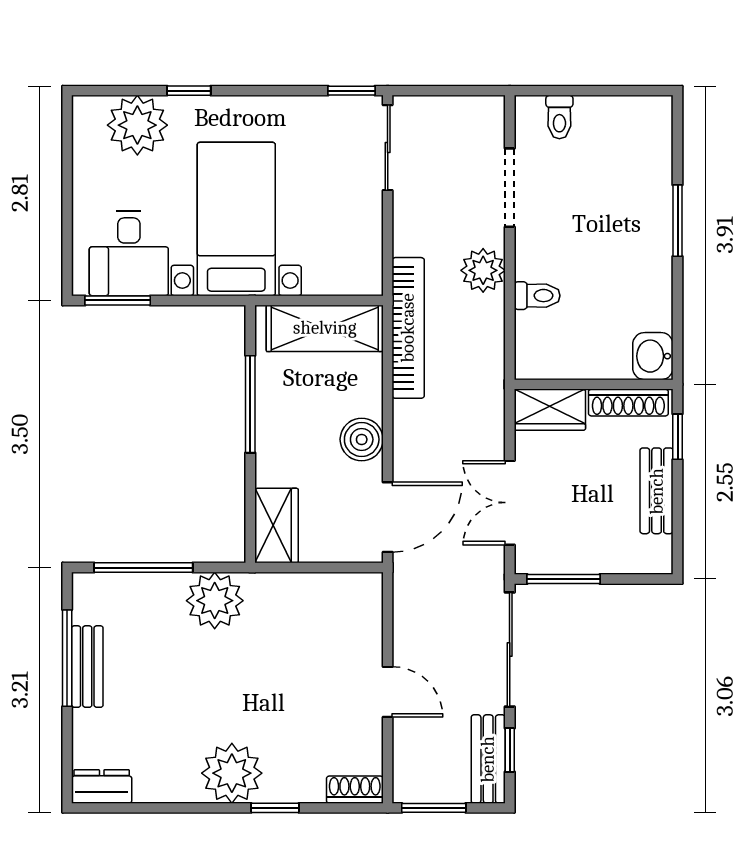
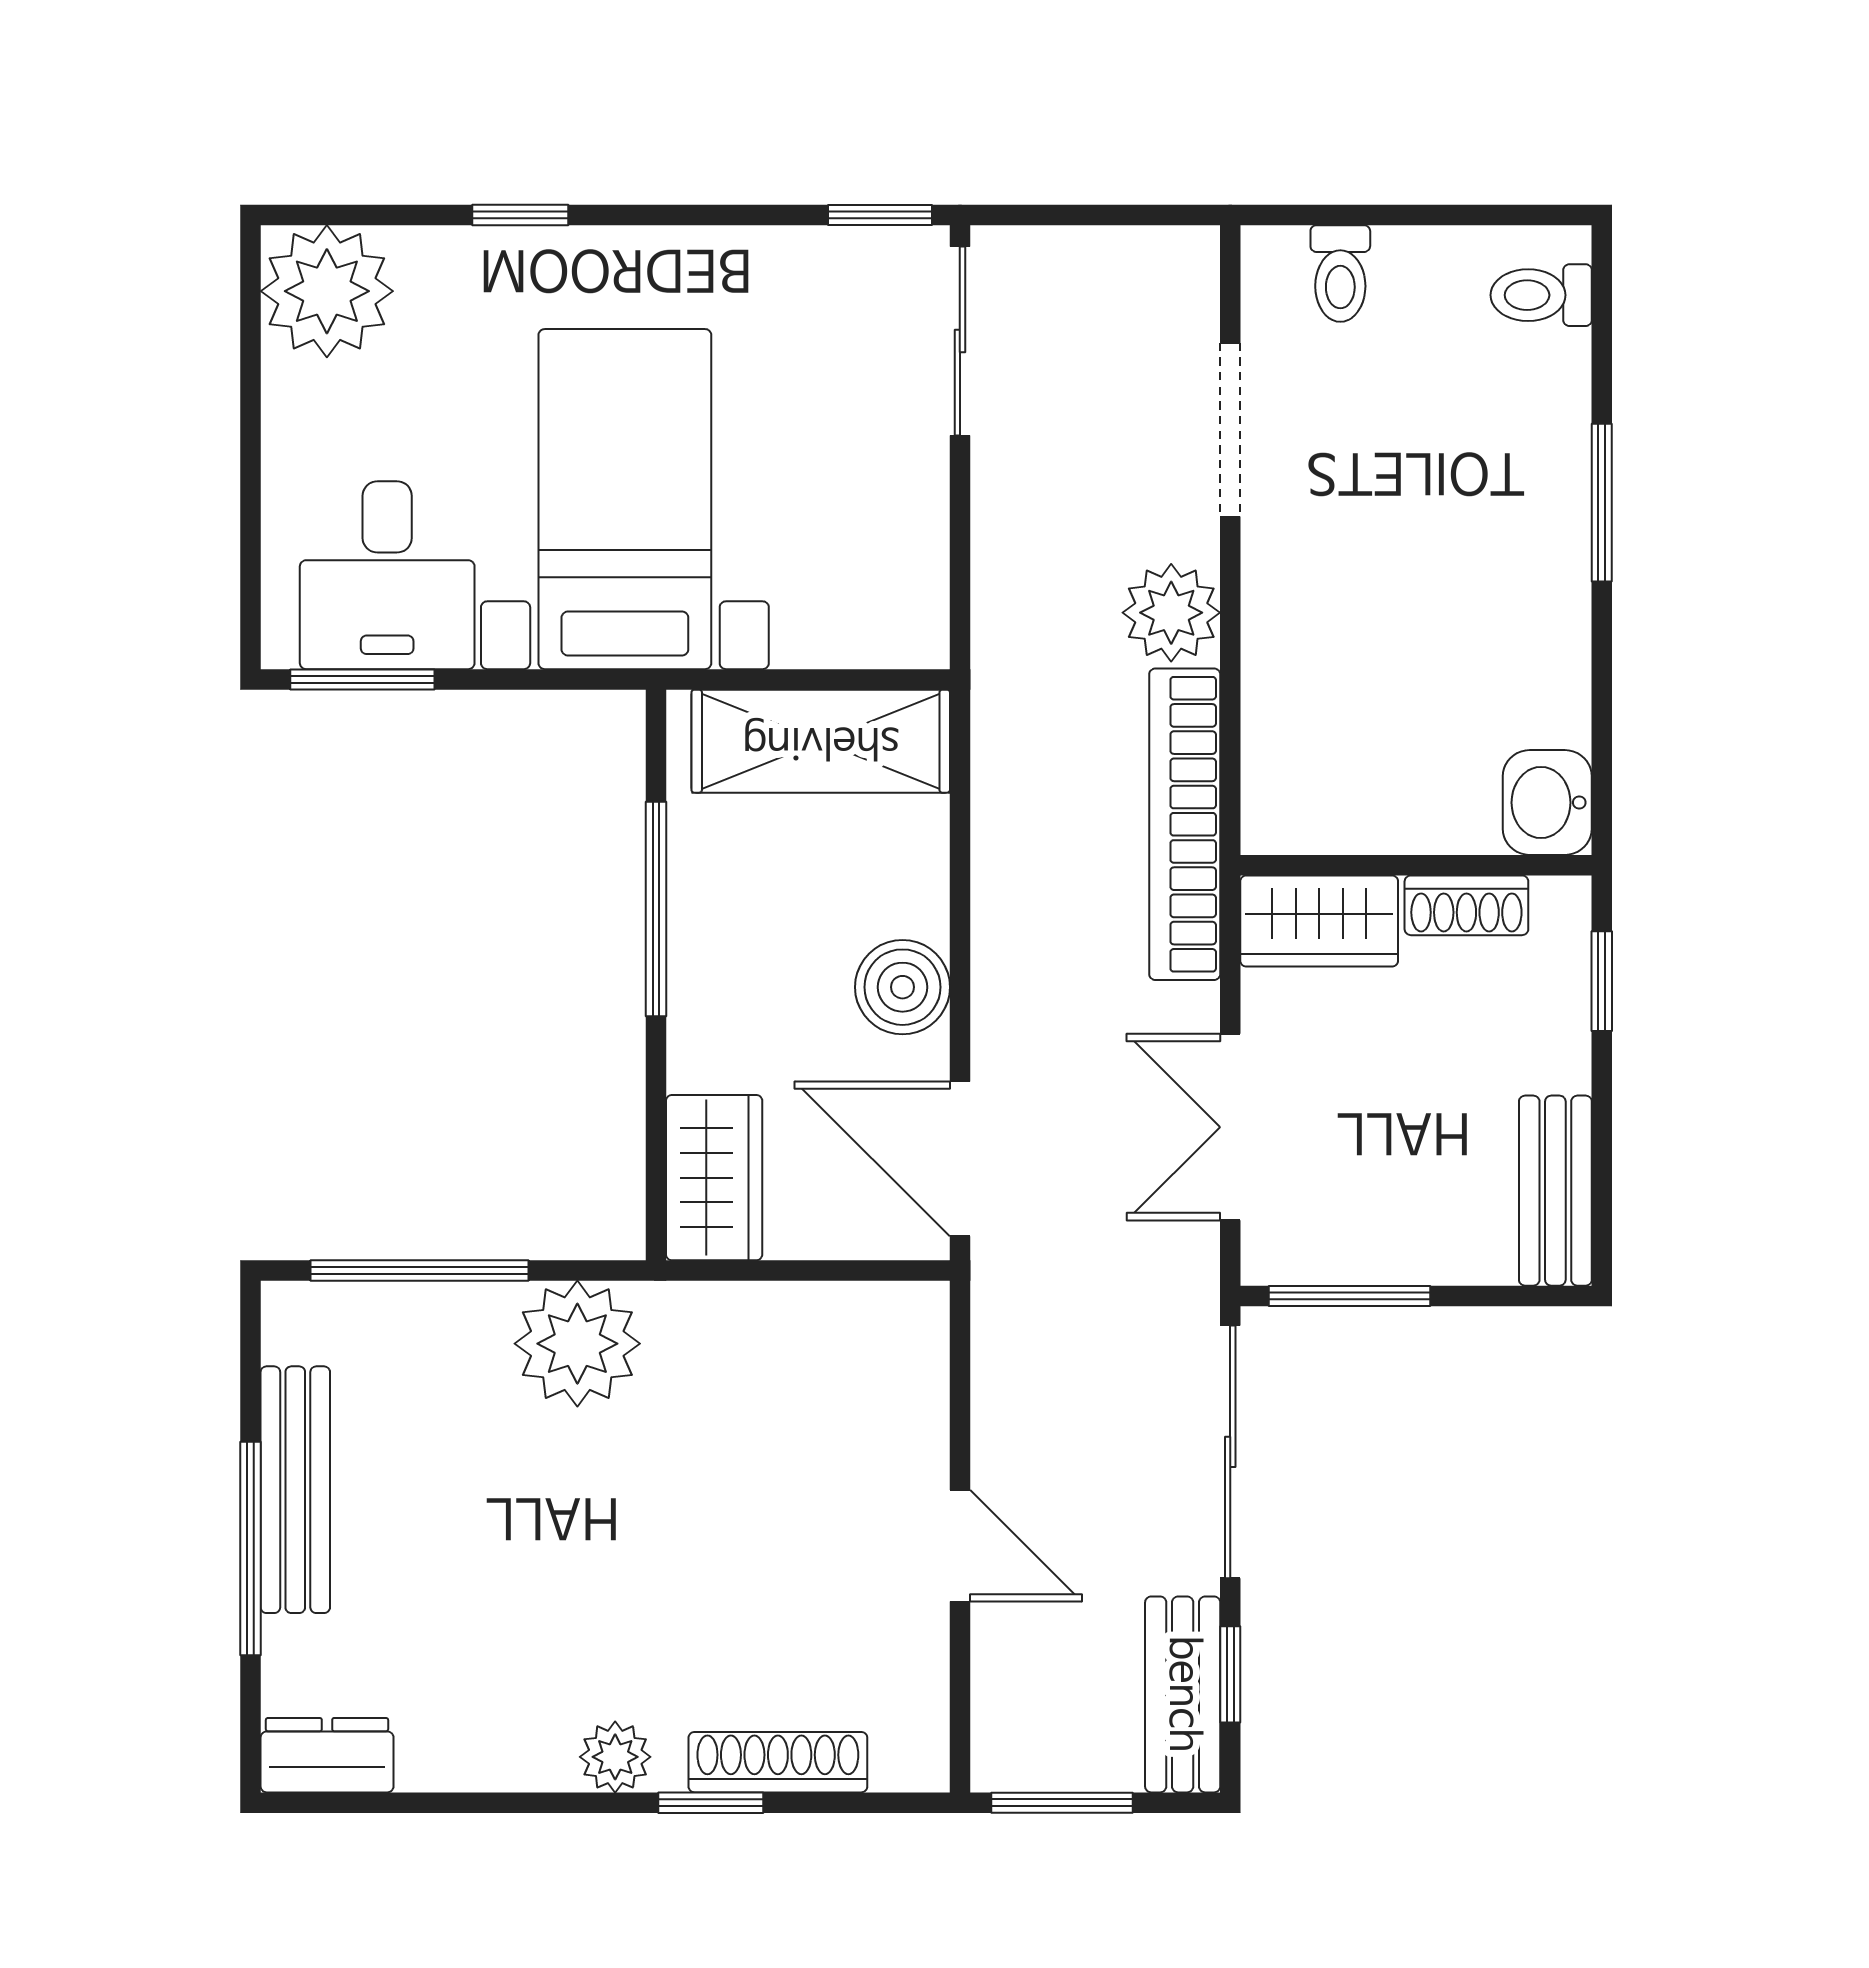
plant: (137, 125) -> (327, 291), moved
toilet: (537, 296) -> (1541, 295), moved, turned 180
bookcase: (408, 328) -> (1185, 824), moved, turned 180
shoe rack: (628, 403) -> (1466, 905), width x0.70
bench: (657, 491) -> (1555, 1191), moved
door: (388, 517) -> (960, 1159), swing flipped
window: (67, 658) -> (251, 1548), moved
bench: (87, 667) -> (295, 1490), width x1.36
plant: (232, 773) -> (615, 1757), width x0.53, depth x0.53
shoe rack: (355, 790) -> (778, 1762), moved, width x1.43

